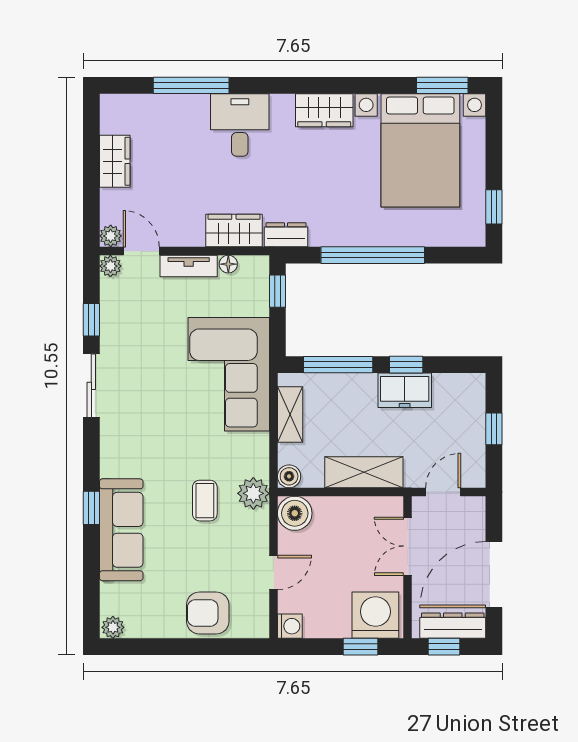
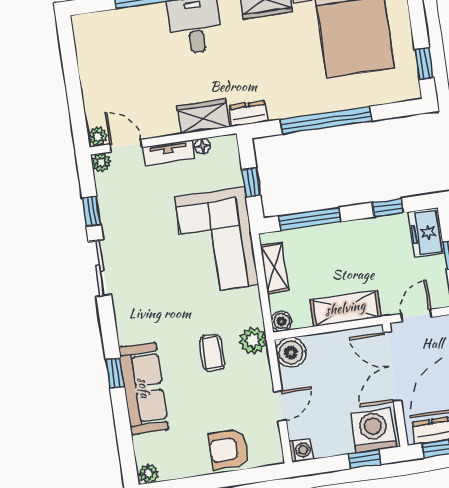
wardrobe: (115, 161) -> (92, 72), removed
window: (278, 291) -> (251, 183), moved
window: (406, 365) -> (388, 208), moved
freezer: (405, 390) -> (426, 233), moved, turned 90
double door: (408, 546) -> (392, 367), width x1.37

